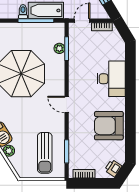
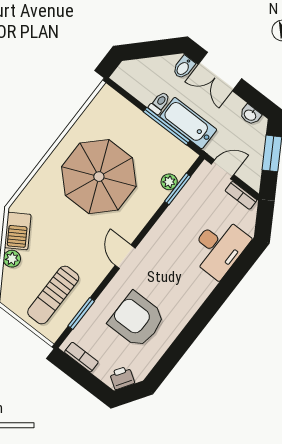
desk: (111, 79) -> (219, 247), moved
armchair: (109, 126) -> (137, 320), moved

